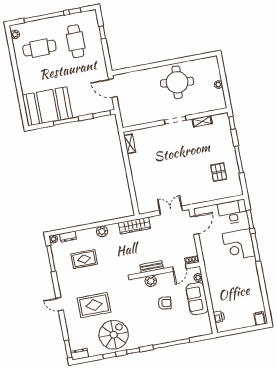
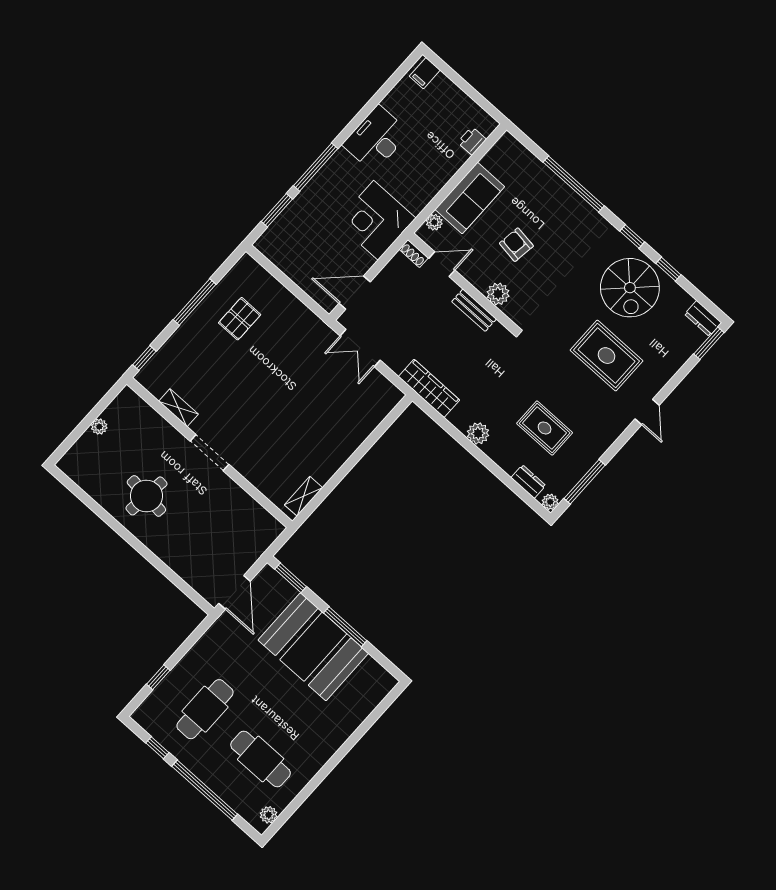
round table: (177, 82) -> (146, 496), width x0.73, depth x0.73
booth: (47, 106) -> (313, 647), moved
desk: (233, 212) -> (376, 139), moved, turned 90
corner desk: (239, 245) -> (376, 220), moved, turned 180
spiral stairs: (114, 335) -> (630, 288), turned -90

